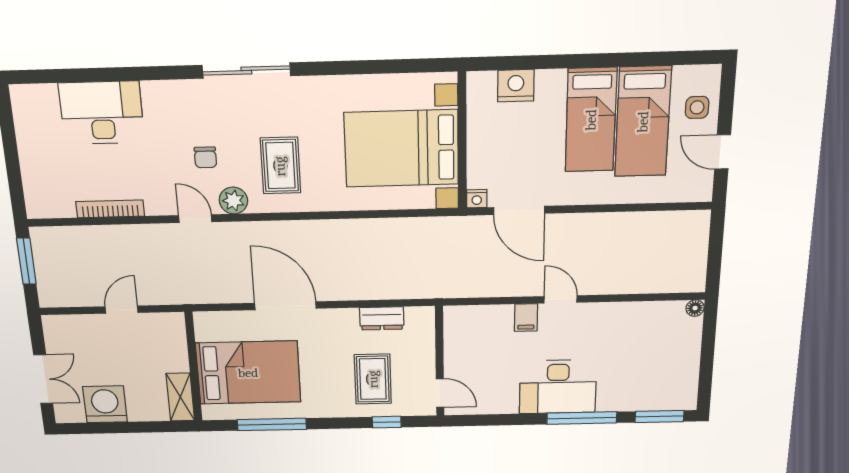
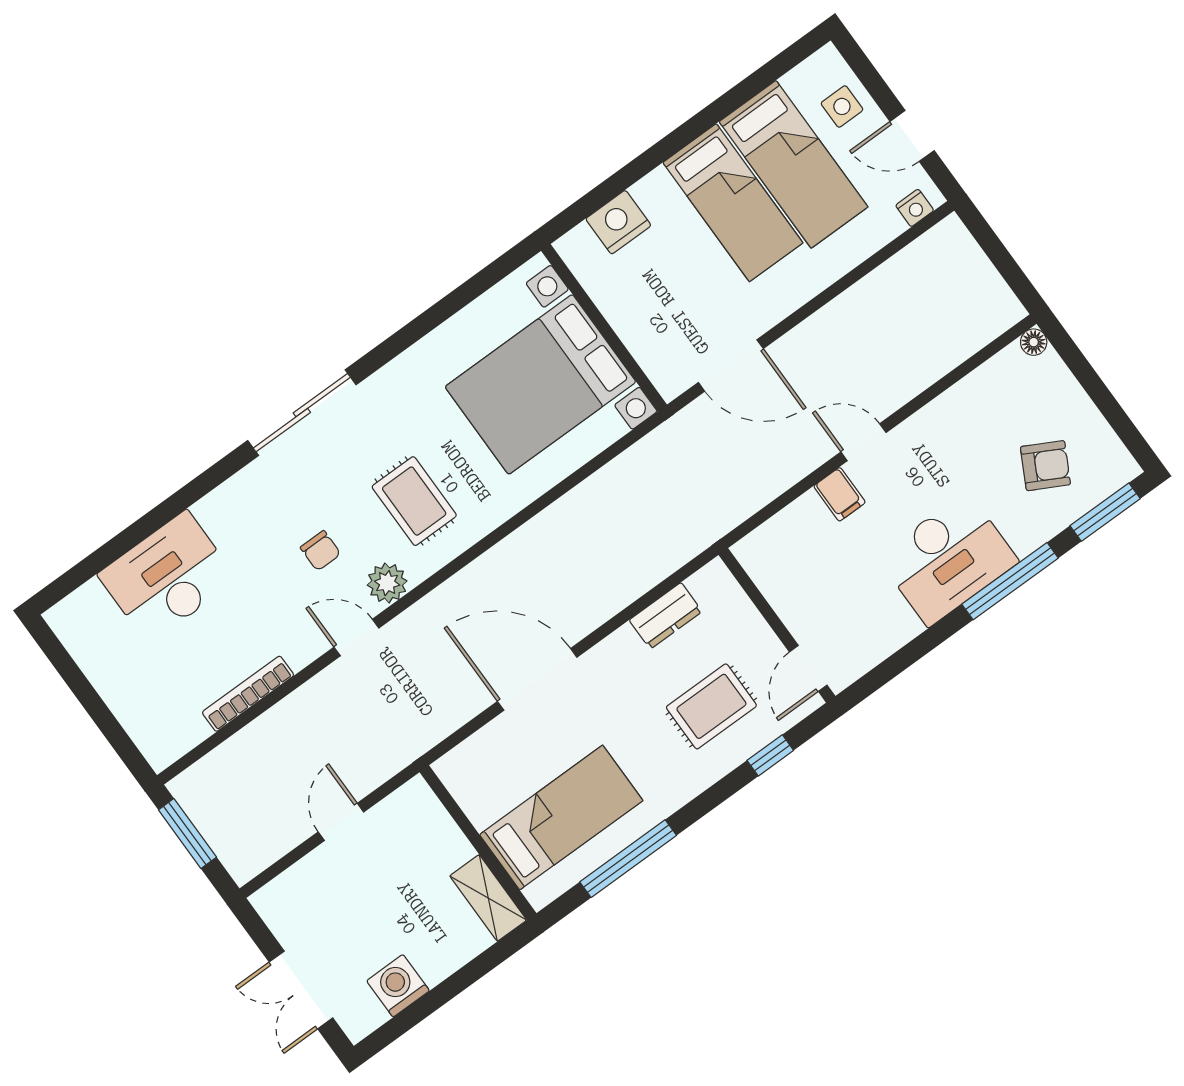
nightstand: (477, 199) -> (915, 208), moved
bed: (248, 373) -> (561, 818), width x0.67
armchair: (648, 374) -> (1045, 466), added
double door: (43, 379) -> (301, 990), swing flipped
rug: (373, 379) -> (711, 706), turned 90
door: (440, 393) -> (808, 668), swing flipped
washing machine: (105, 404) -> (398, 986), width x0.73, depth x0.73

